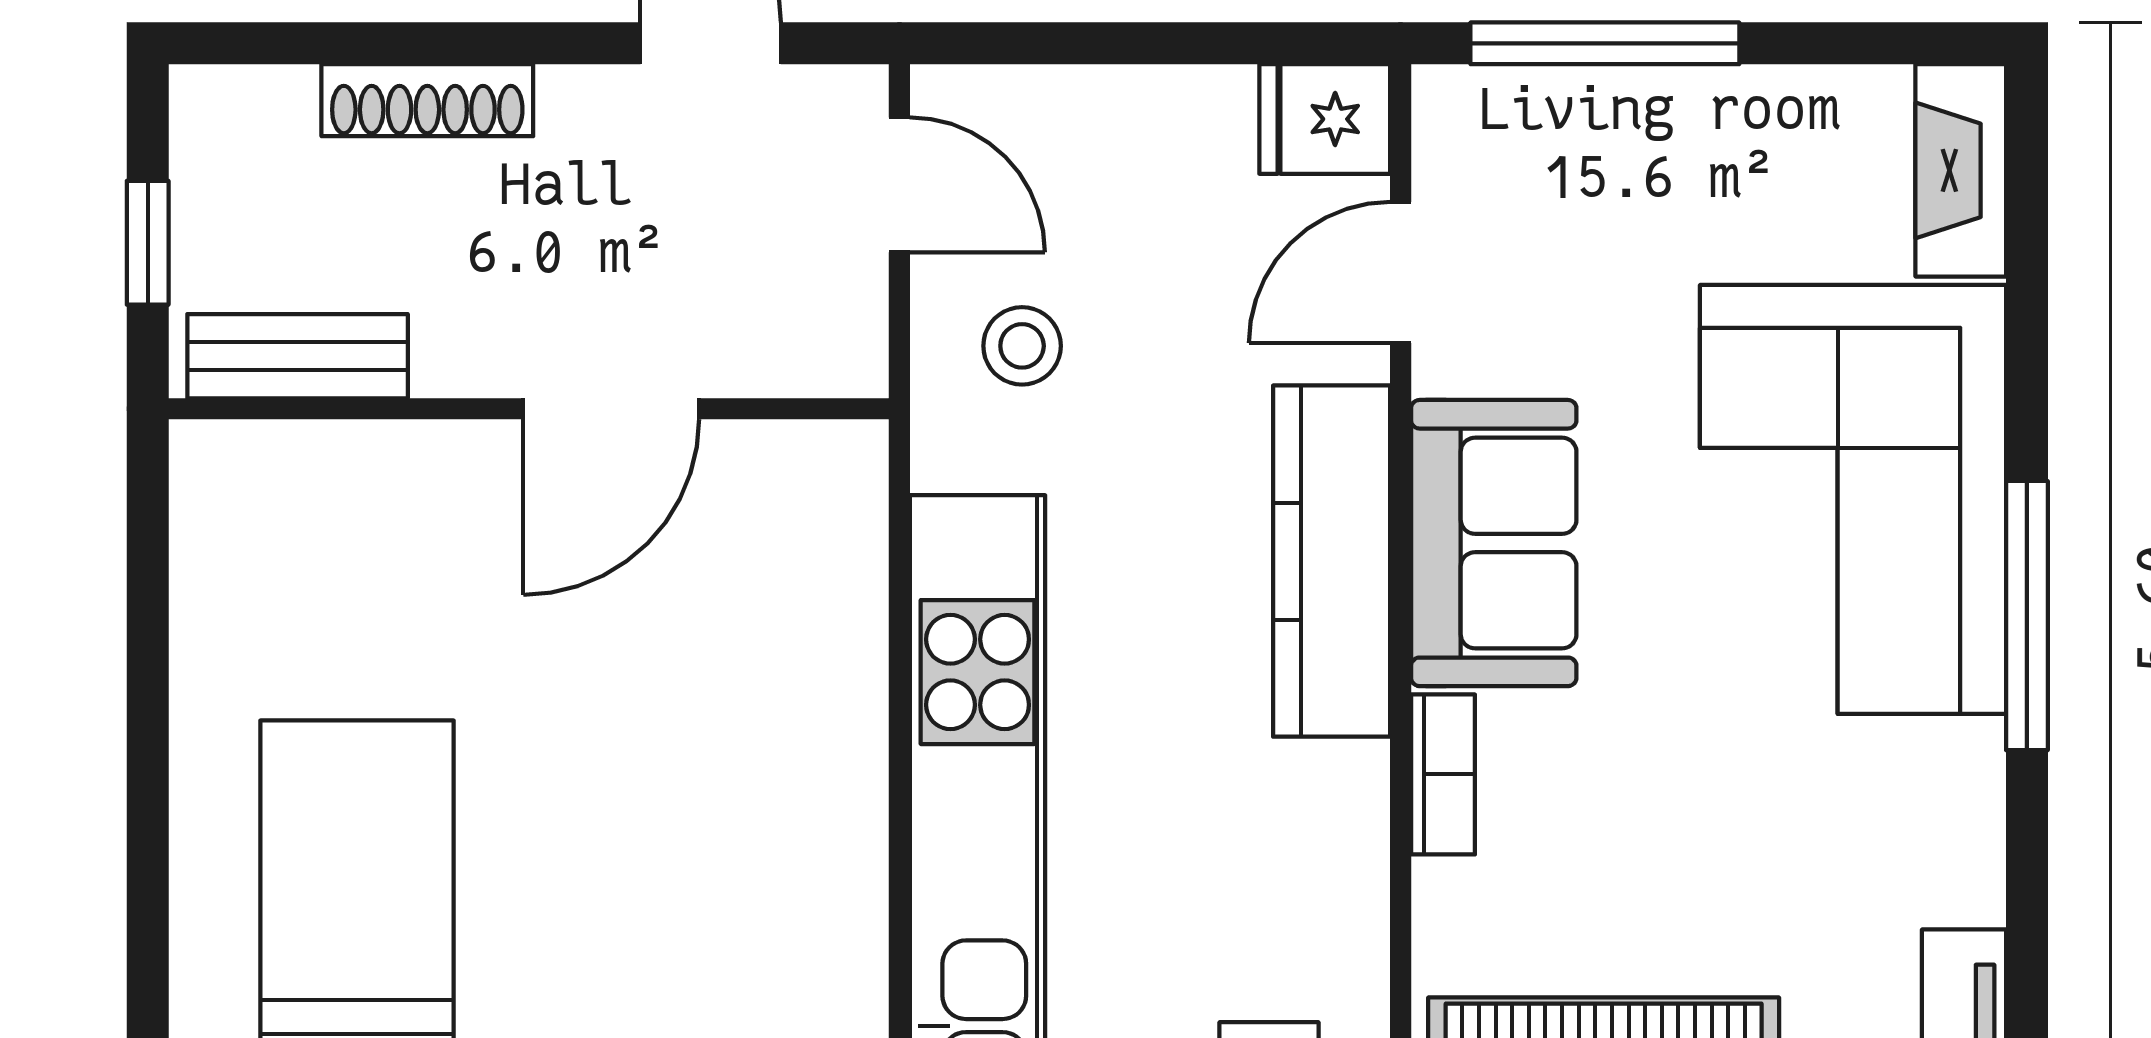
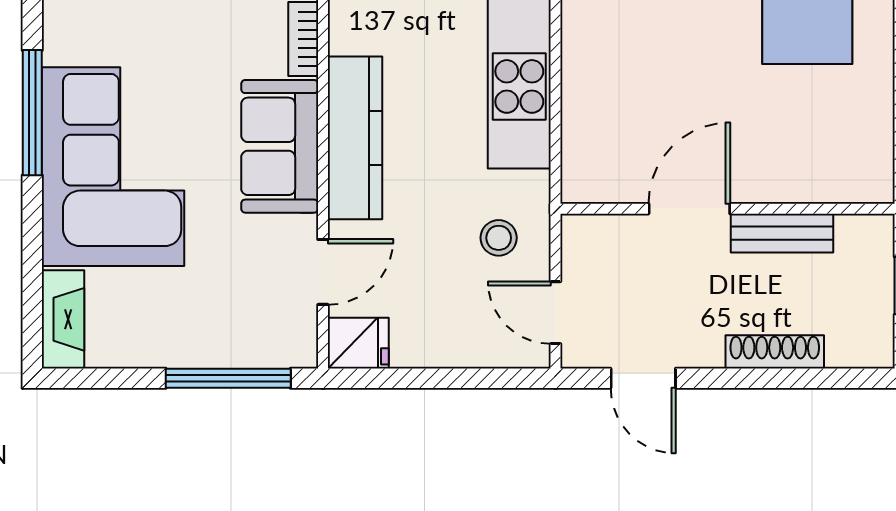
bench: (298, 356) -> (782, 233), moved

